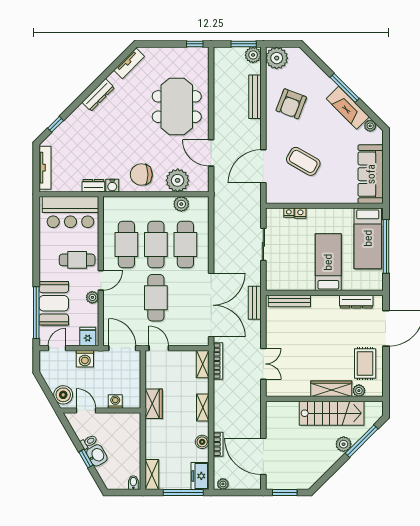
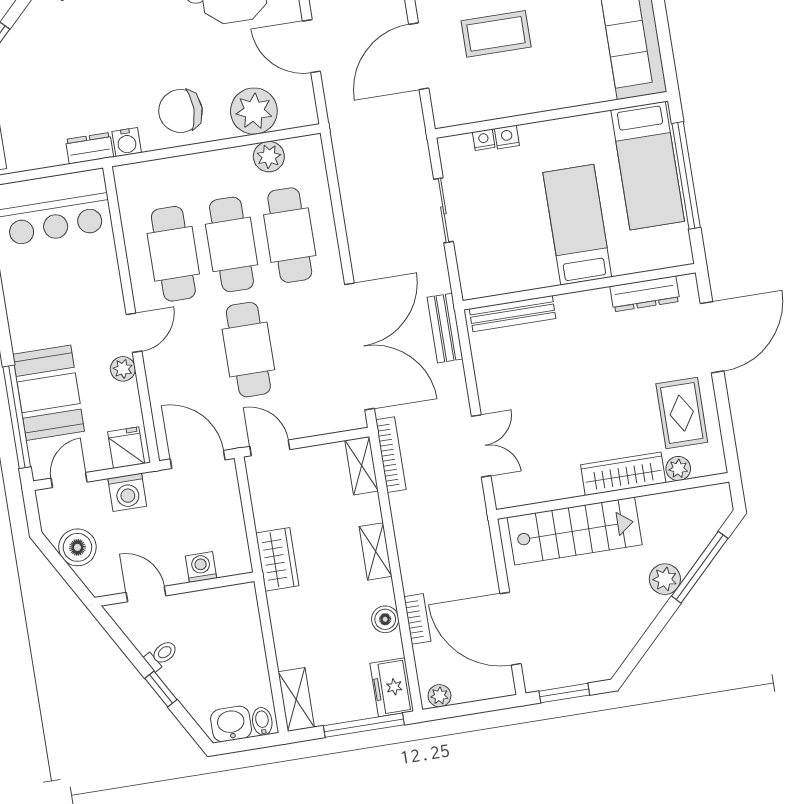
coffee table: (303, 161) -> (496, 34), turned -30
cafe table: (77, 260) -> (81, 300), removed
boiler: (63, 395) -> (77, 547), moved
stairs: (332, 413) -> (575, 531), moved
washbasin: (97, 455) -> (231, 724), moved, turned -60

